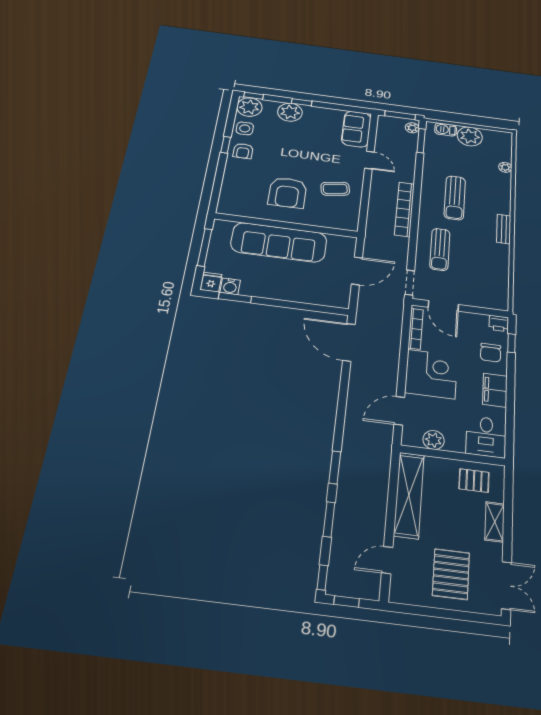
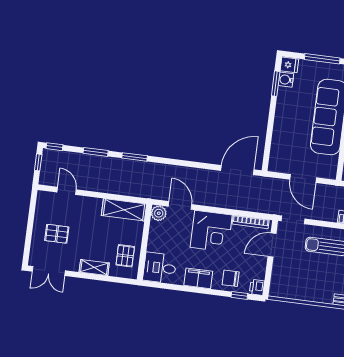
plant: (434, 440) -> (159, 213), moved
shelving: (409, 495) -> (124, 210), width x0.68
pallet: (451, 574) -> (57, 234), width x0.67, depth x0.71

